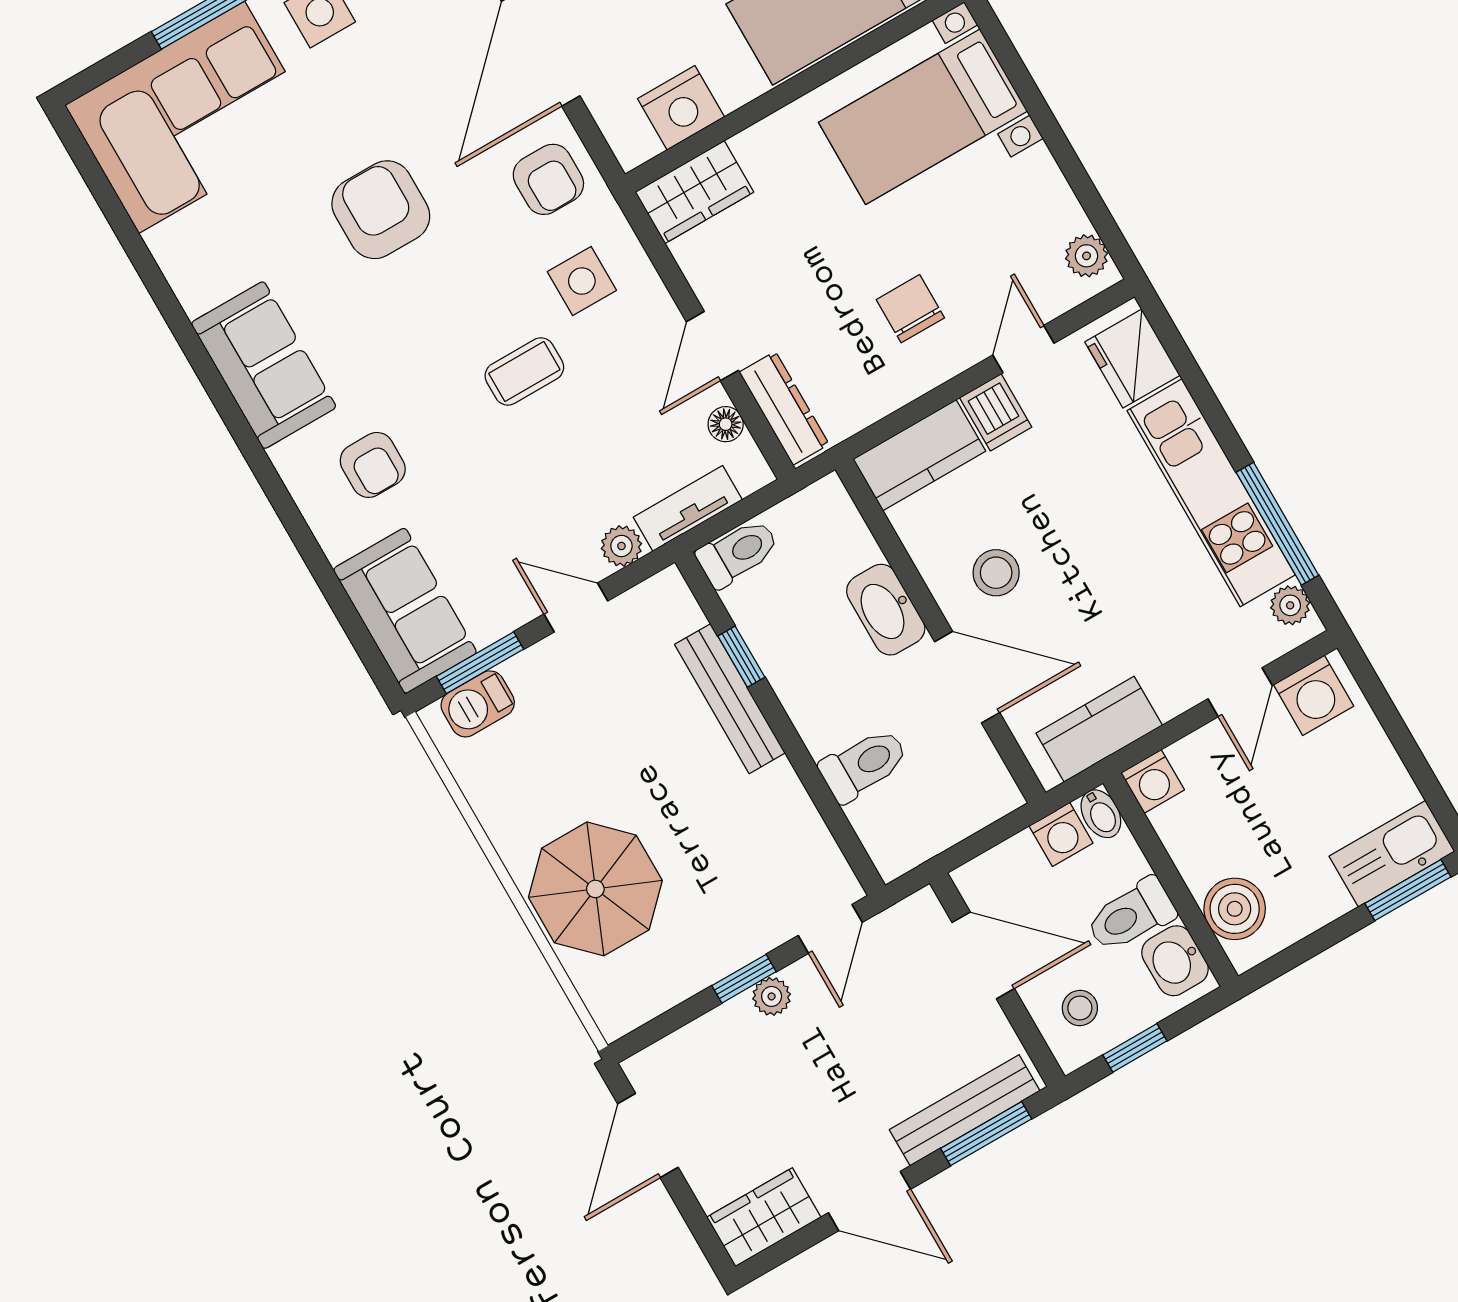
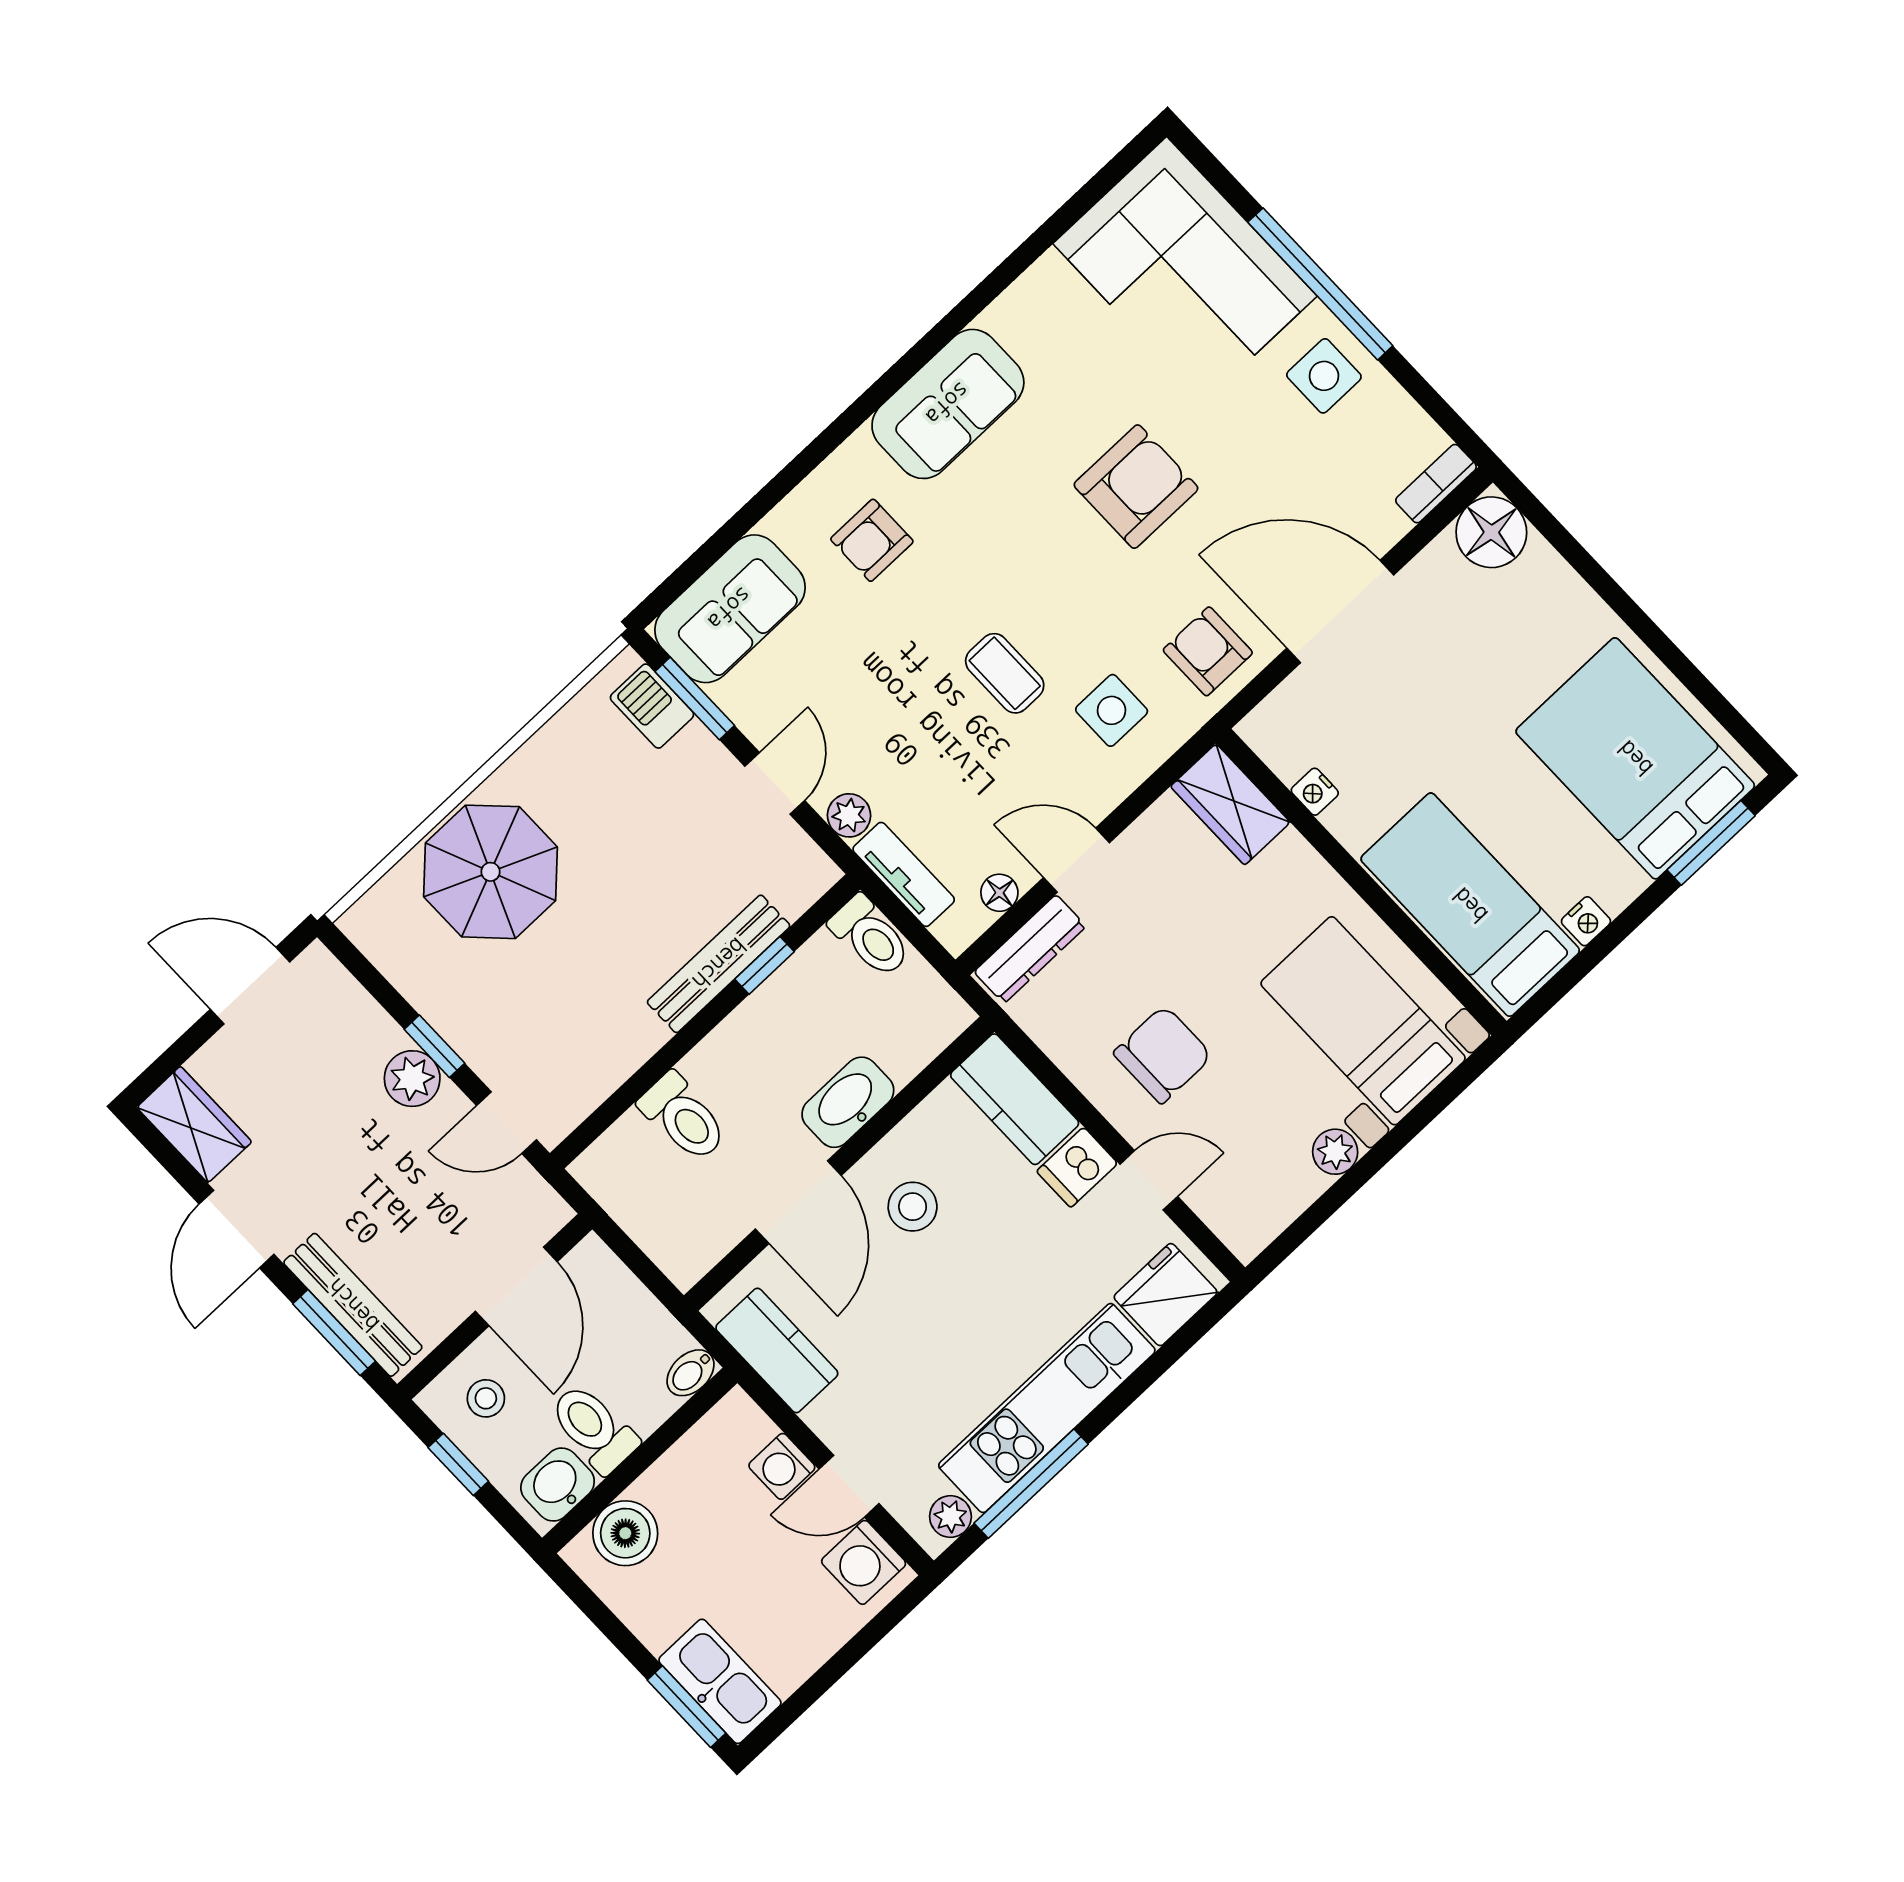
nightstand: (681, 108) -> (1315, 792), width x0.53, depth x0.56
armchair: (548, 179) -> (1208, 651), turned 90
plant: (1087, 256) -> (1335, 1152), moved
chair: (910, 309) -> (1163, 1054), width x1.37, depth x1.37
washing machine: (1153, 781) -> (782, 1466), moved
washing machine: (1061, 834) -> (660, 1337), removed
plant: (772, 996) -> (412, 1079), width x1.38, depth x1.38

